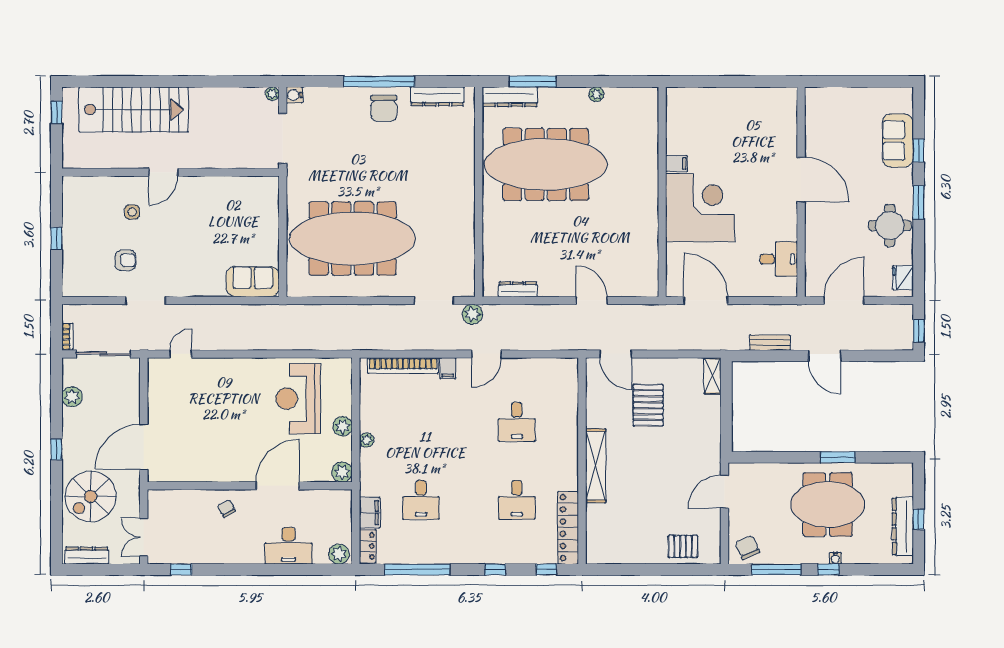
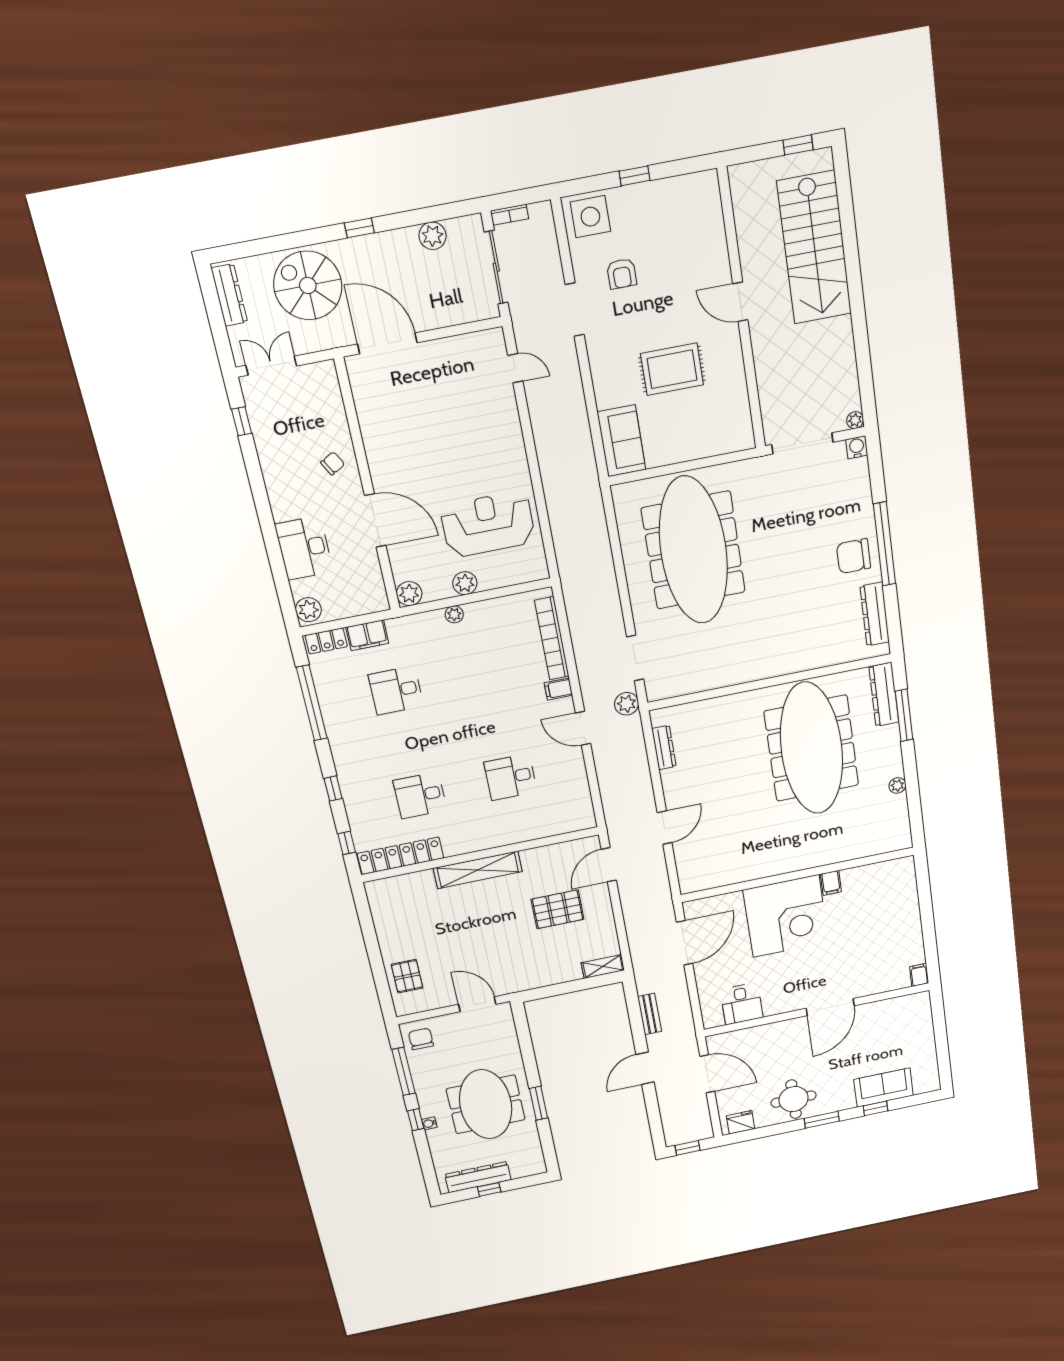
filing cabinet: (787, 95) -> (919, 975), added
side table: (132, 212) -> (590, 217), moved, width x1.87, depth x1.87
rug: (205, 233) -> (672, 369), added
chair: (747, 548) -> (421, 1039), turned -66

